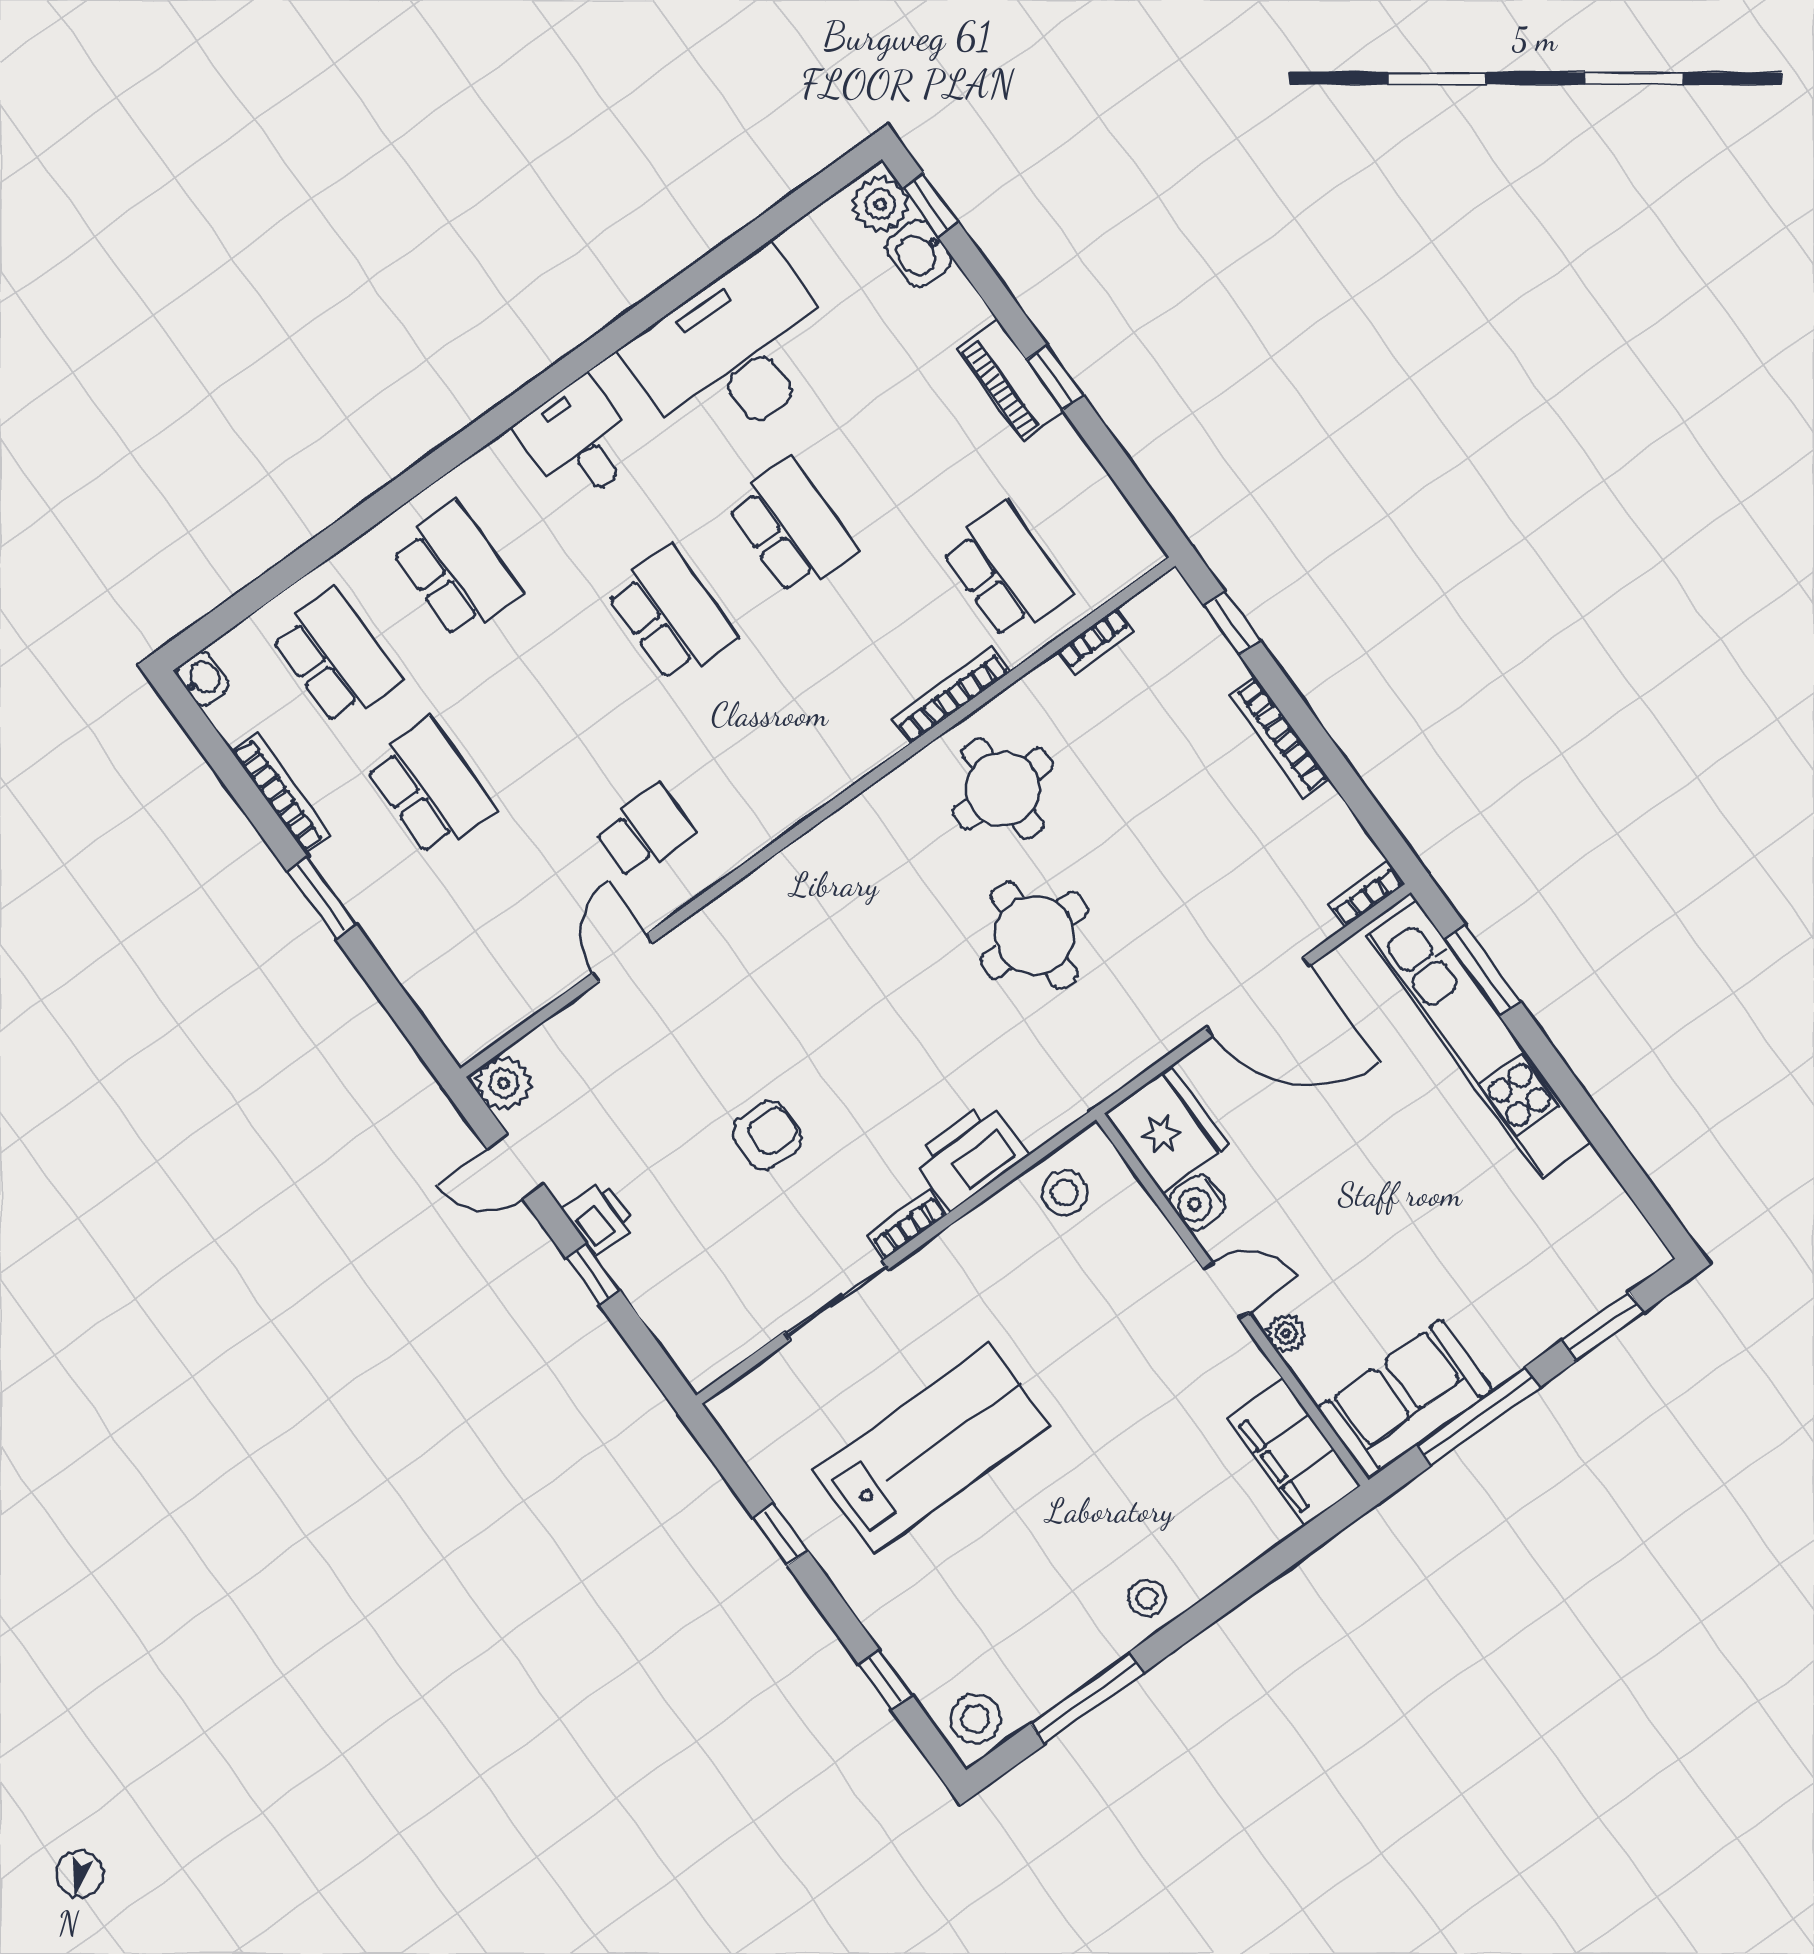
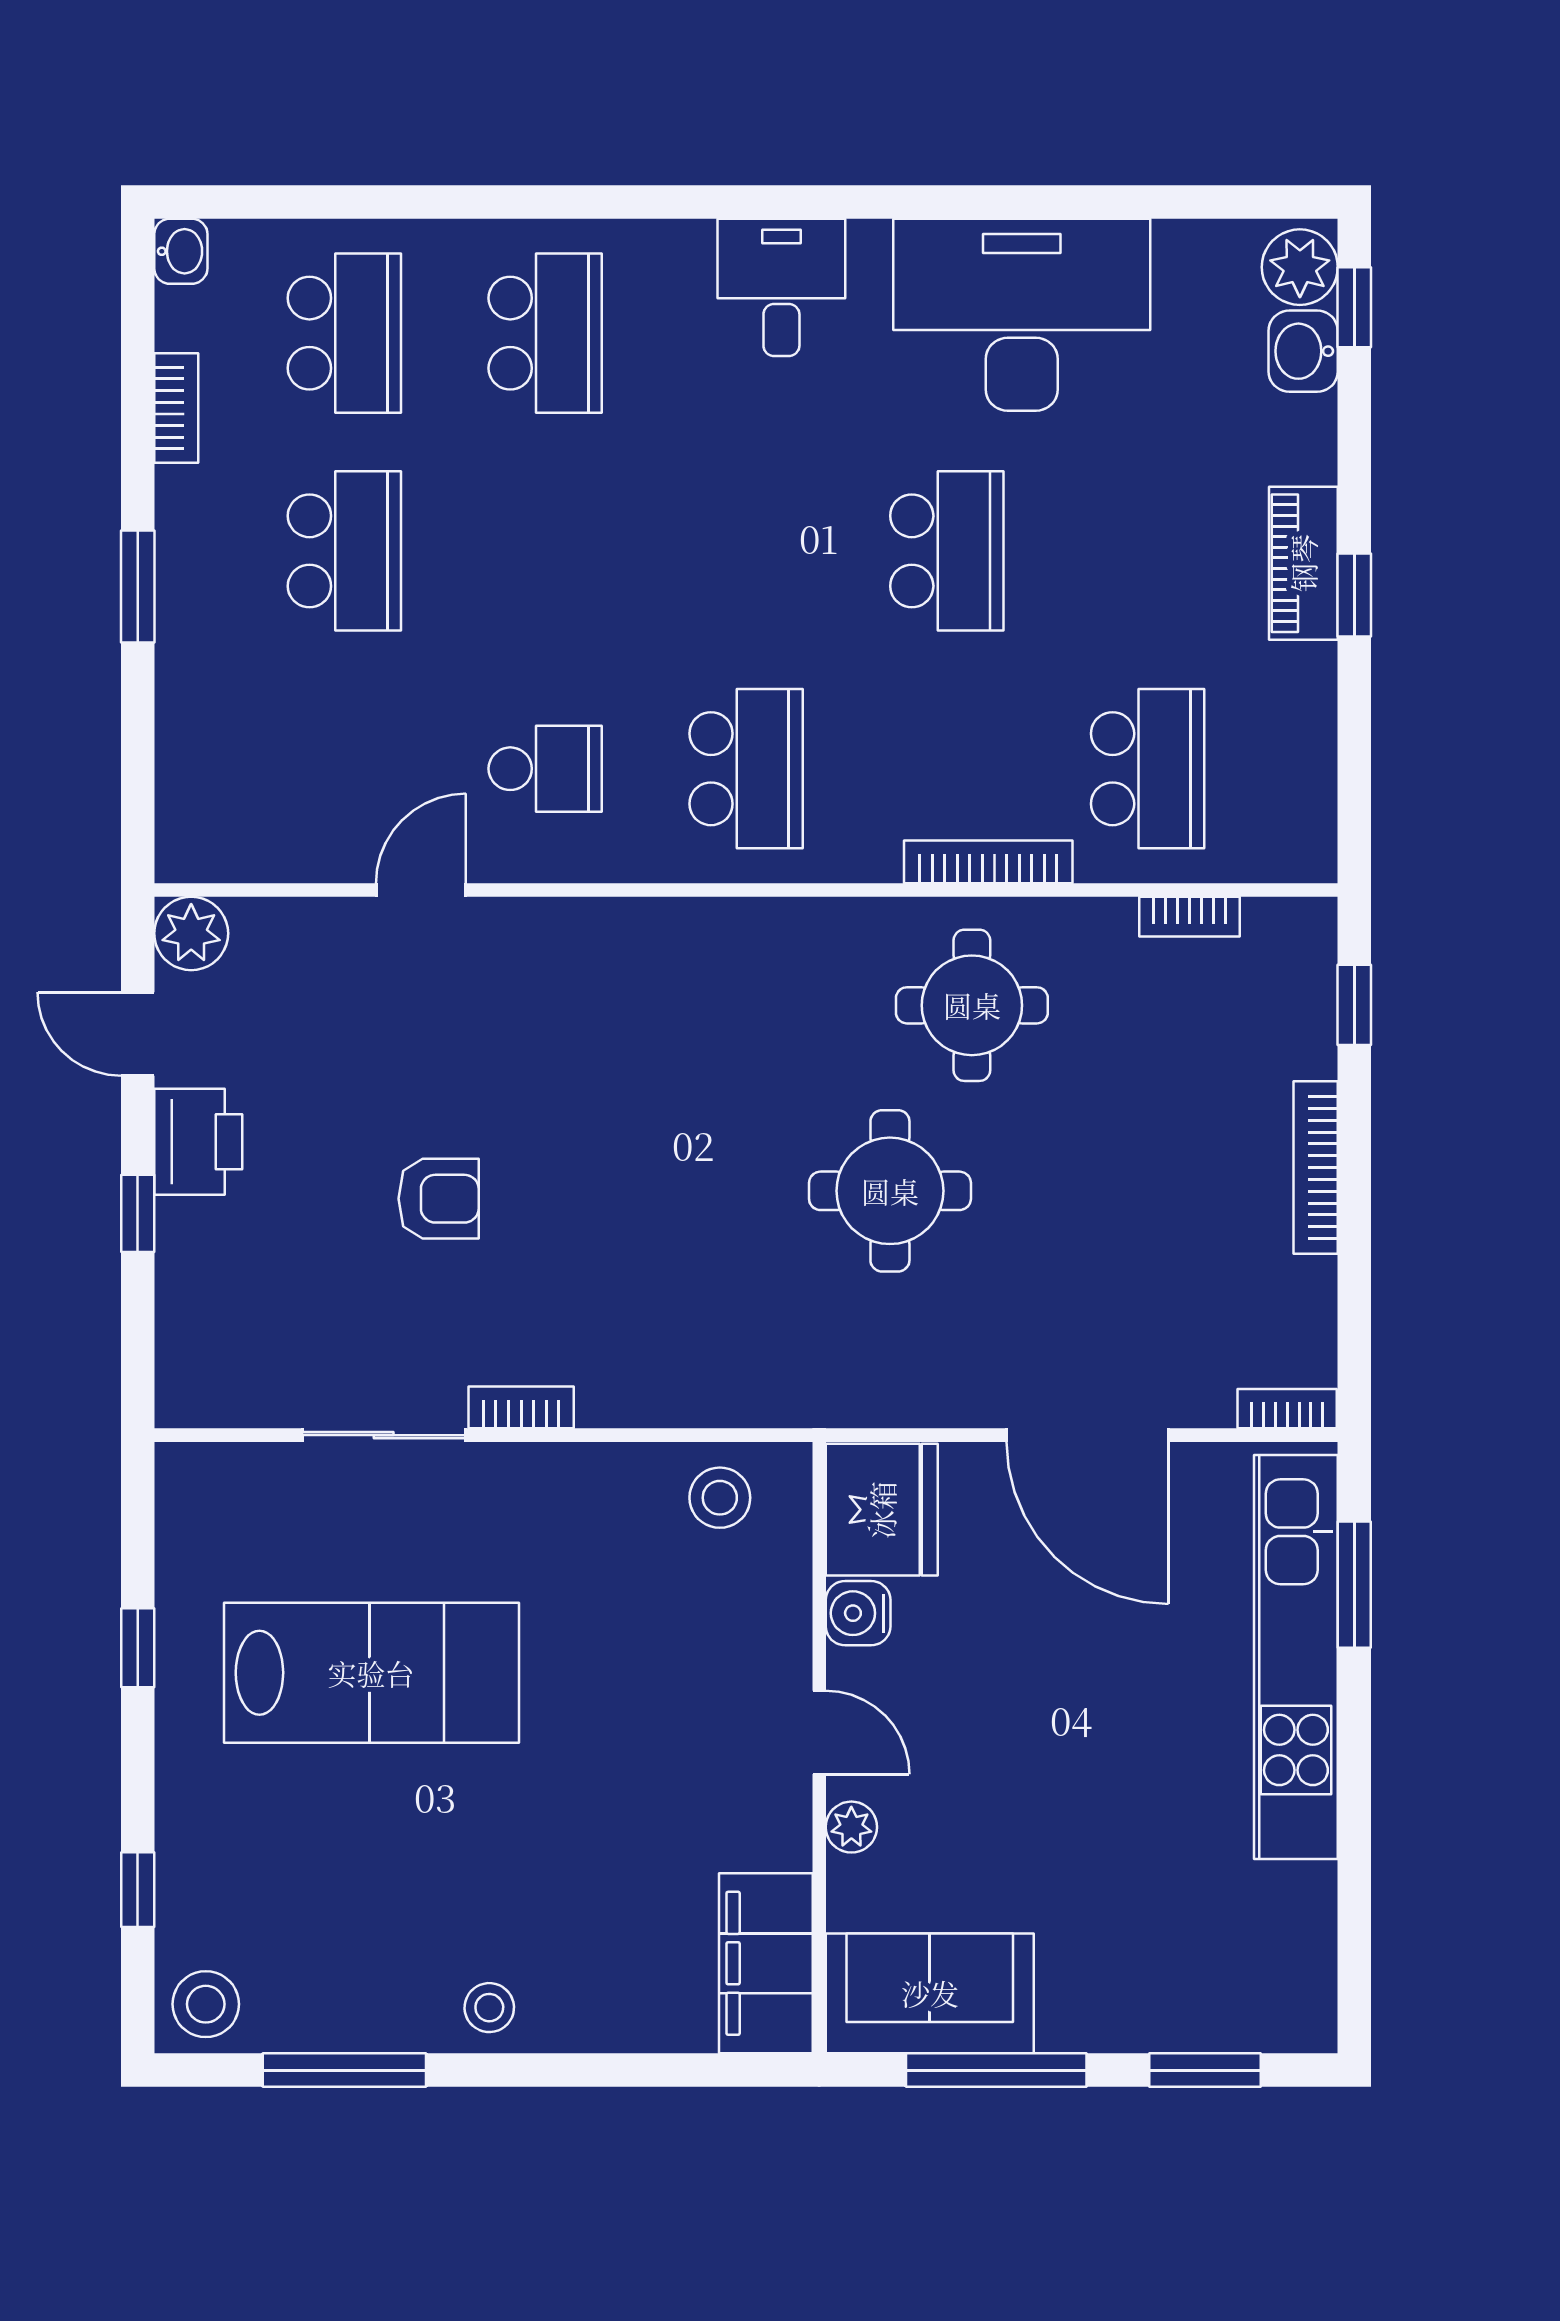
school desk: (671, 614) -> (746, 769), moved
bookcase: (281, 793) -> (176, 408), width x0.64
printer: (969, 1156) -> (644, 1382), removed
printer: (599, 1217) -> (198, 1142), width x1.36, depth x1.24

